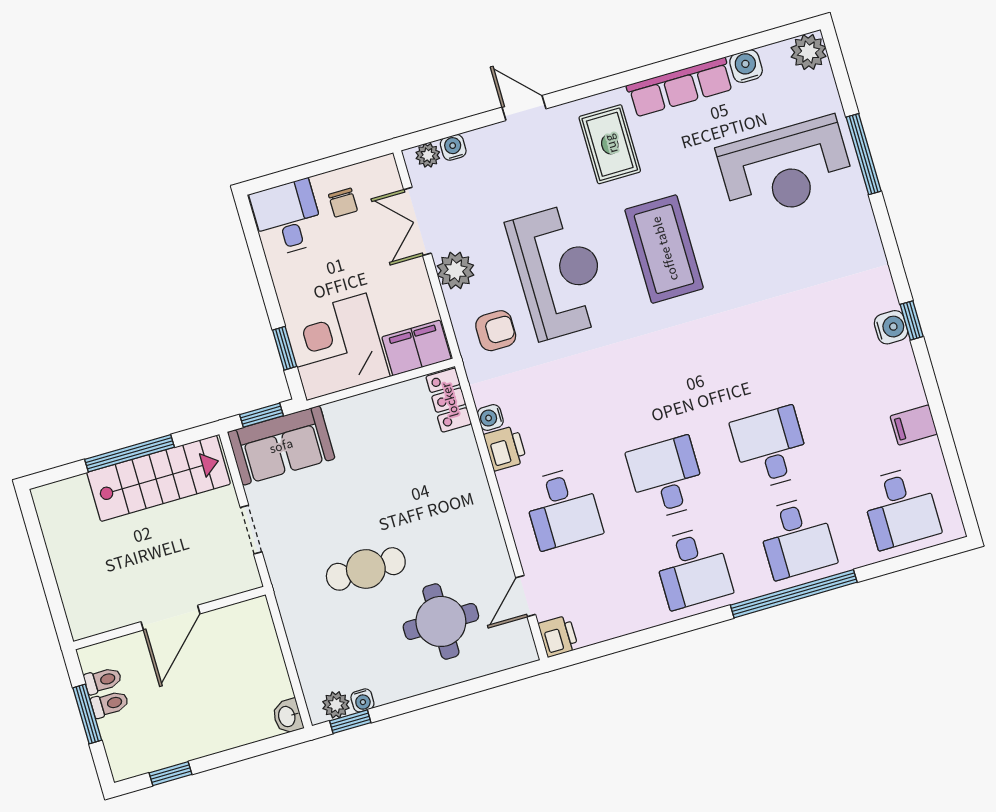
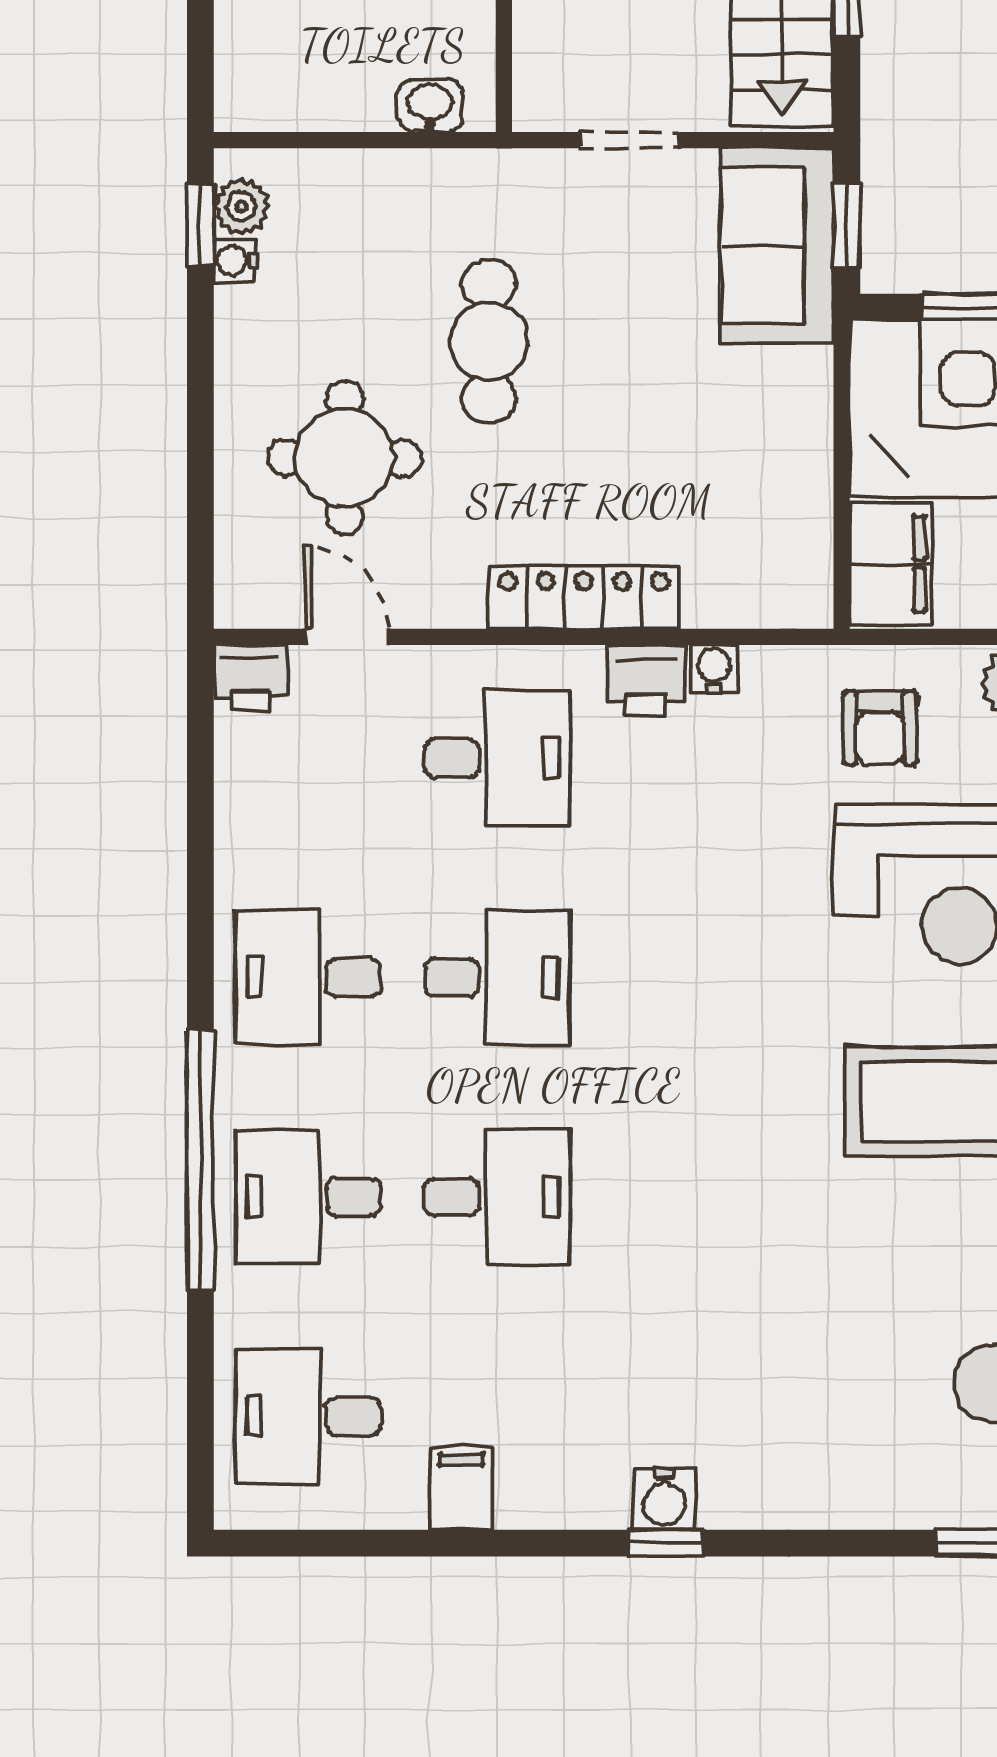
locker: (449, 400) -> (584, 597), moved, width x1.53
desk: (562, 508) -> (497, 758), turned 180
washbasin: (287, 716) -> (430, 106), moved

